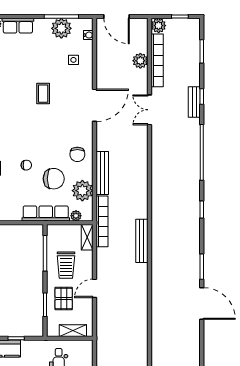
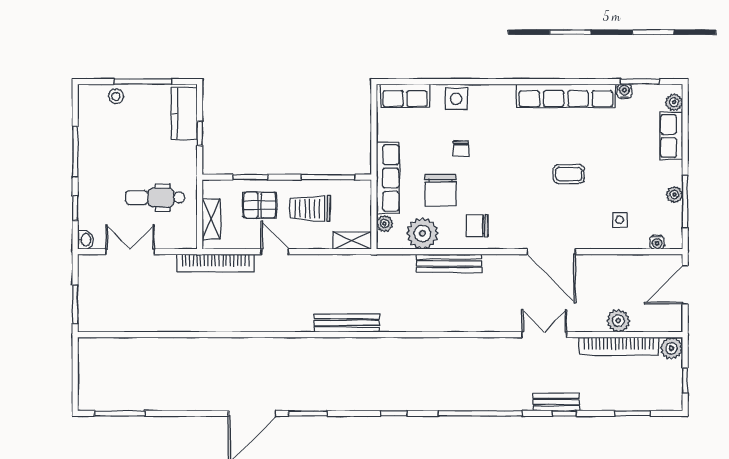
plant: (61, 28) -> (674, 195), width x0.53, depth x0.53
bookcase: (102, 221) -> (215, 263), moved

